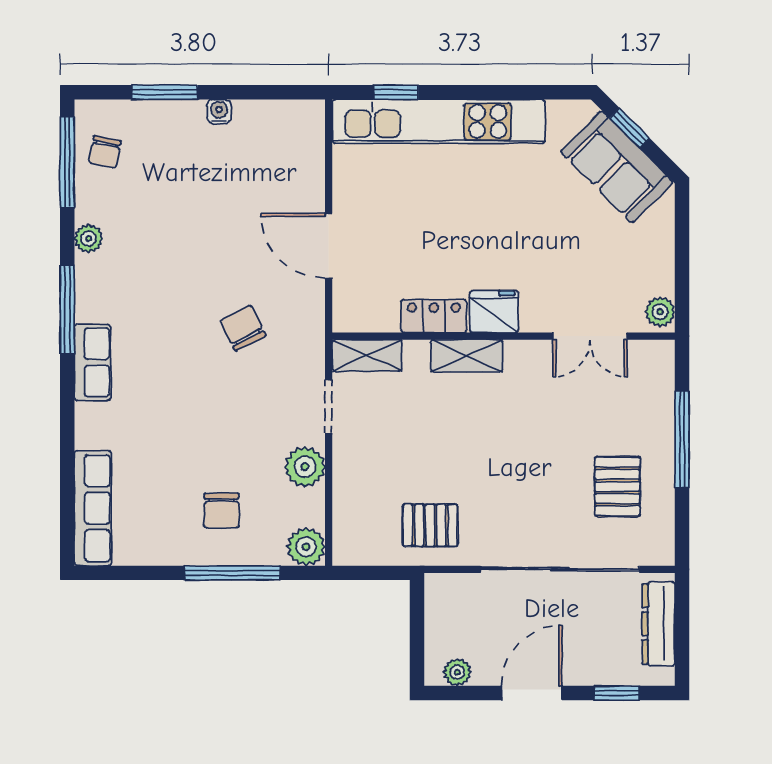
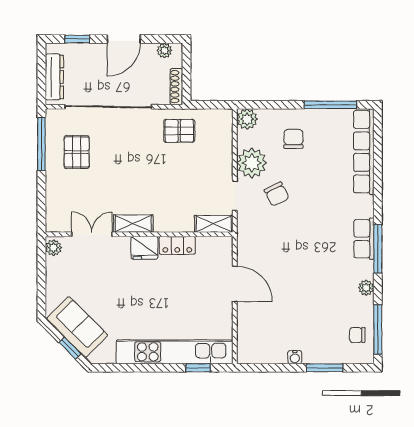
chair: (105, 152) -> (357, 335), turned -101
chair: (243, 328) -> (277, 194), moved
shelving: (467, 356) -> (133, 224), moved
row of seats: (92, 362) -> (364, 239), moved
window: (682, 439) -> (41, 144), moved
plant: (305, 467) -> (252, 163), width x1.36, depth x1.36
row of seats: (93, 508) -> (364, 152), width x1.36
window: (232, 573) -> (330, 105), moved
shoe rack: (435, 606) -> (176, 87), added

